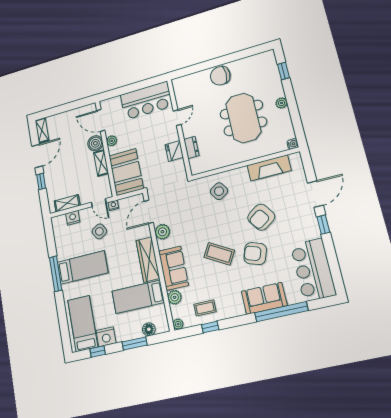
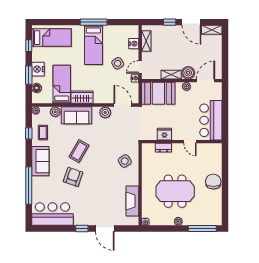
window: (283, 71) -> (202, 229), width x2.17
armchair: (261, 217) -> (98, 187), removed
wardrobe: (148, 259) -> (82, 97), width x0.67
sofa: (264, 298) -> (40, 161), moved
nightstand: (106, 337) -> (38, 69), moved

